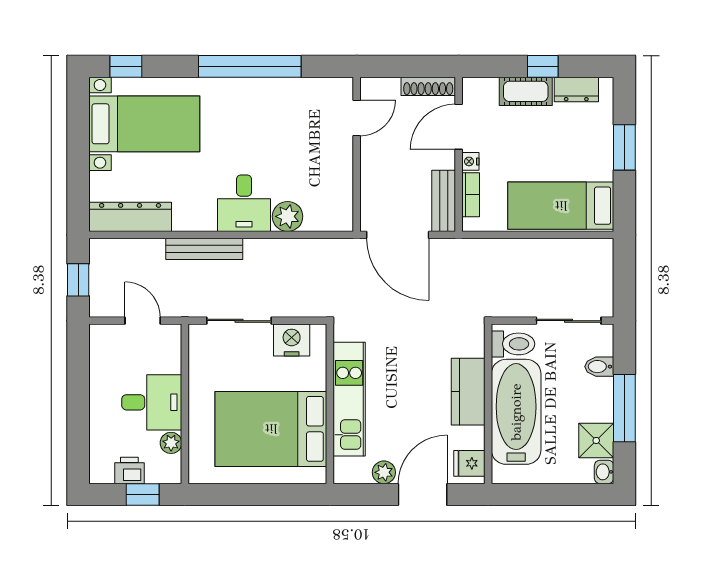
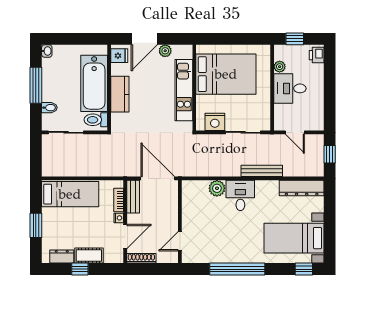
shower: (596, 440) -> (51, 68), removed
printer: (129, 470) -> (317, 55), moved, turned 90

